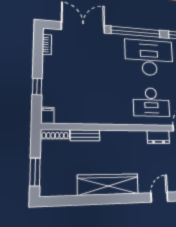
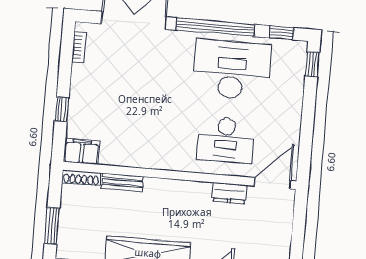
filing cabinet: (47, 115) -> (82, 152), width x2.00

